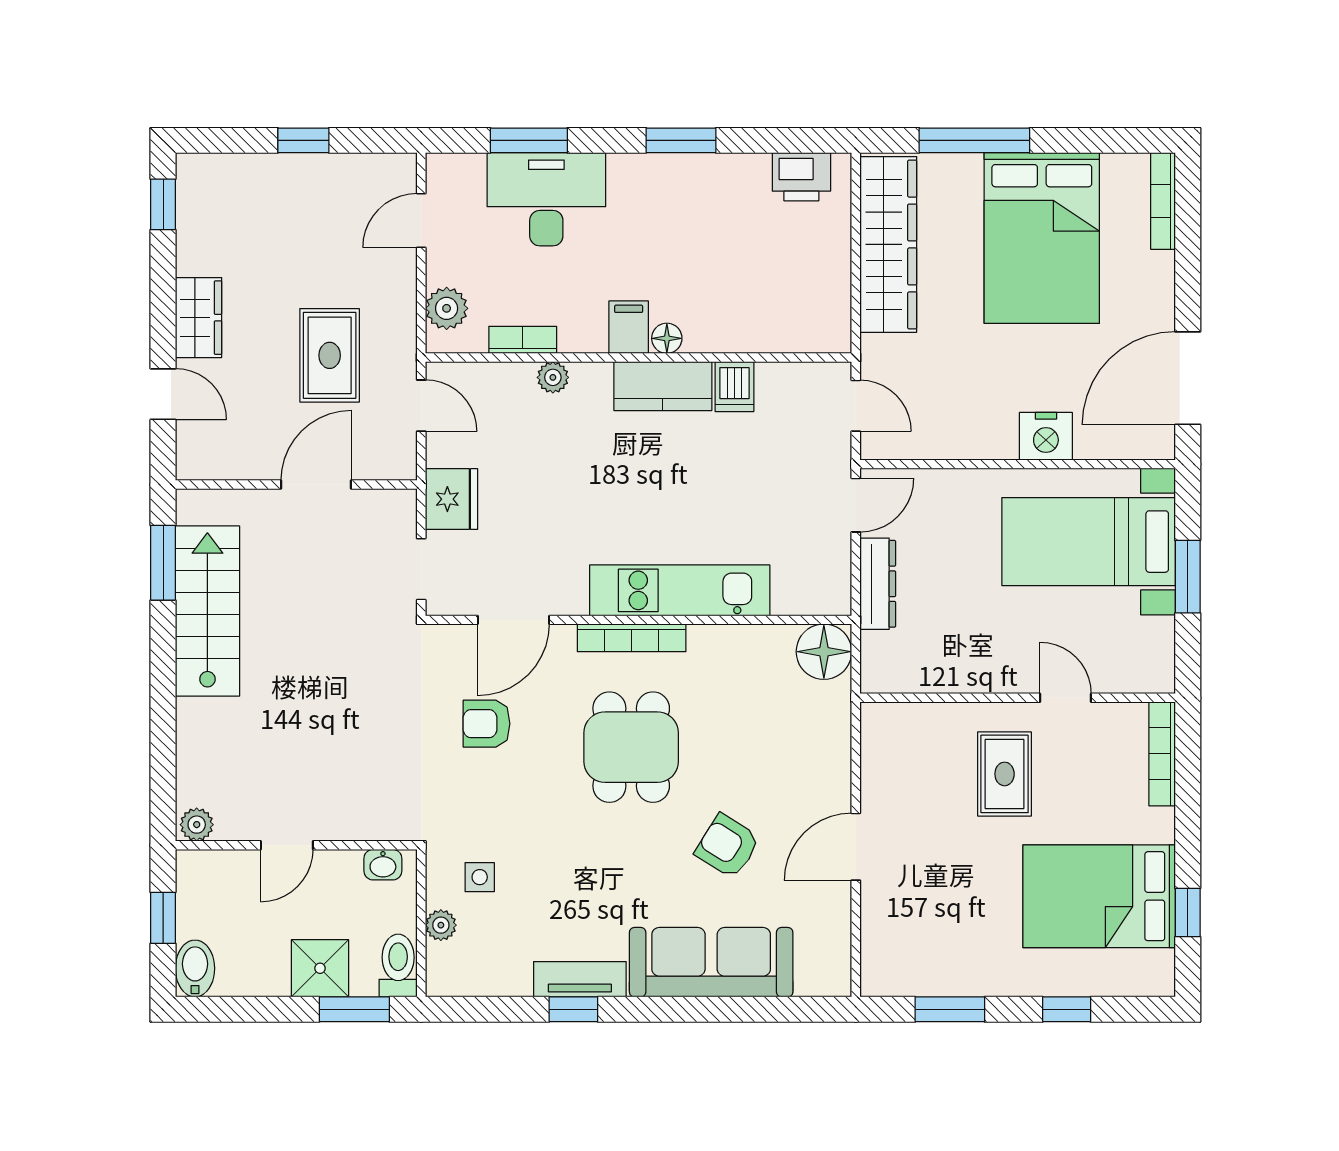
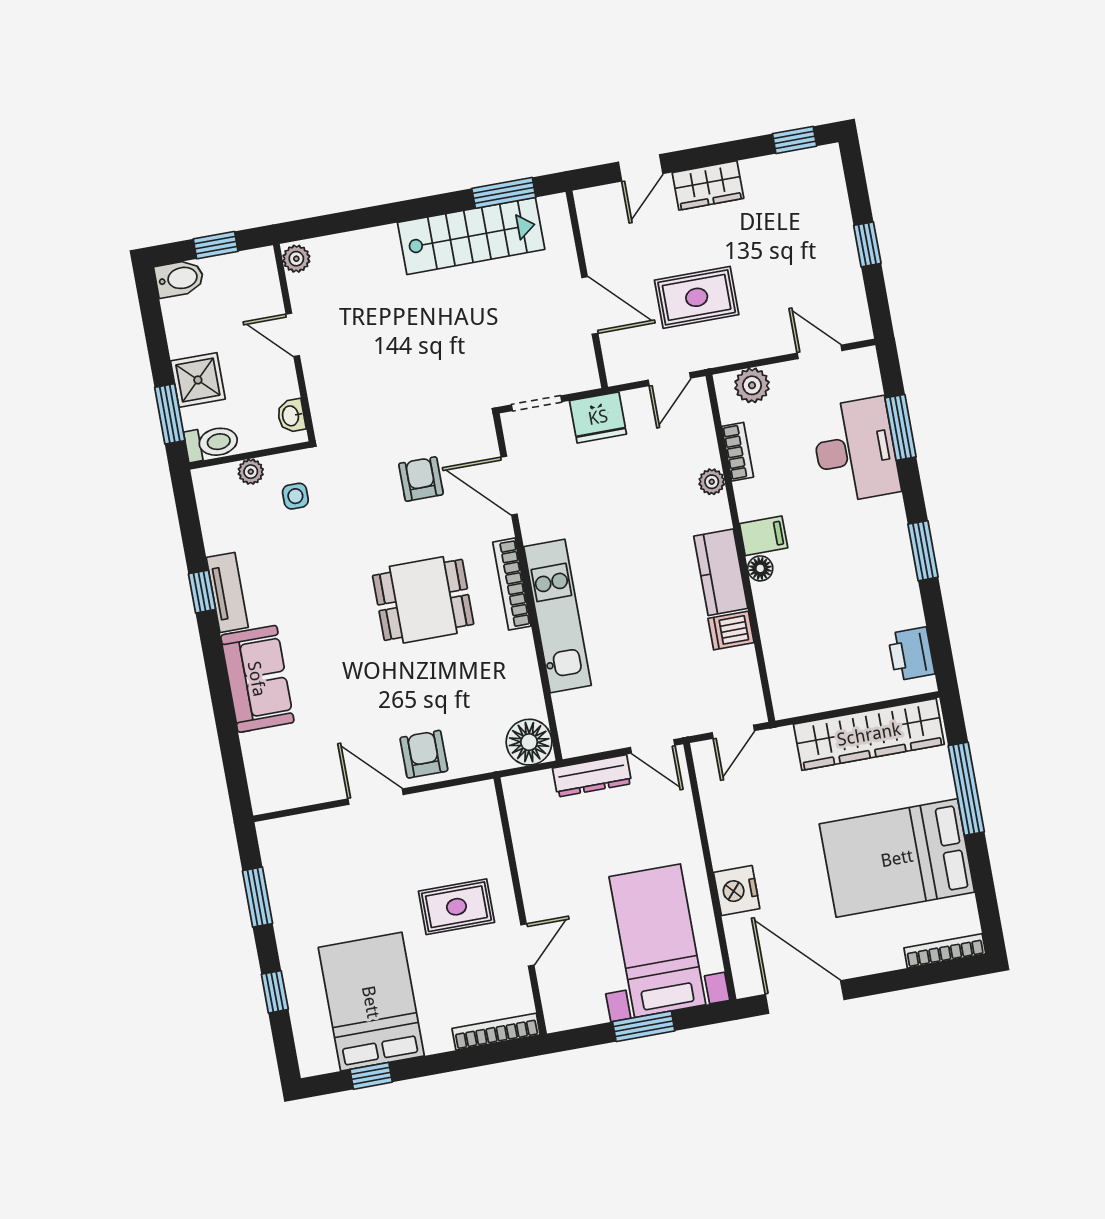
armchair: (728, 846) -> (424, 754), moved, turned -32
sofa: (711, 962) -> (257, 679), width x0.73

